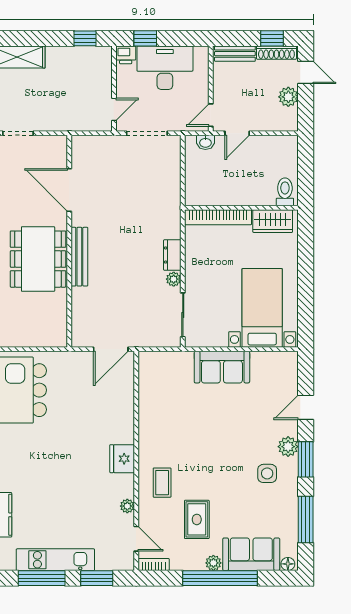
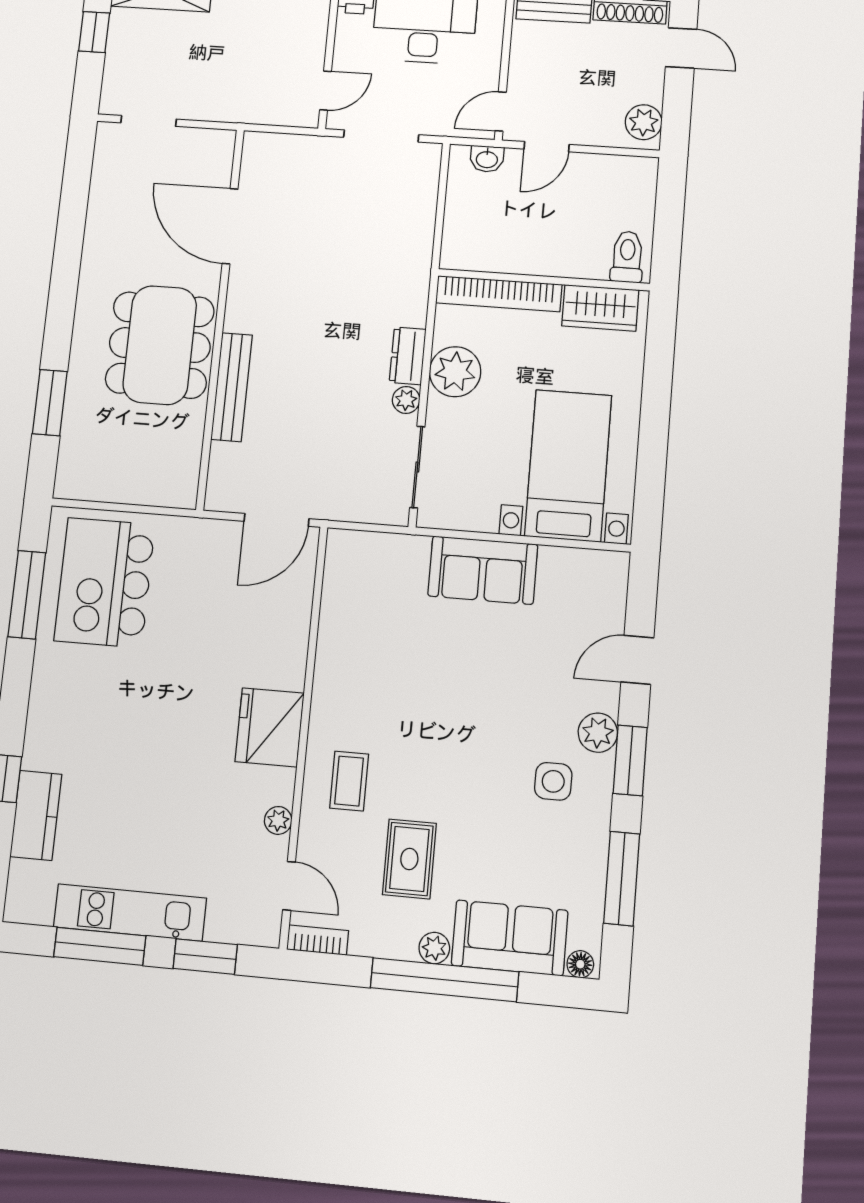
plant: (288, 97) -> (644, 122), moved
bench: (79, 257) -> (232, 387), moved
plant: (198, 262) -> (455, 372), added
fridge: (122, 459) -> (270, 727), width x1.36, depth x1.34

